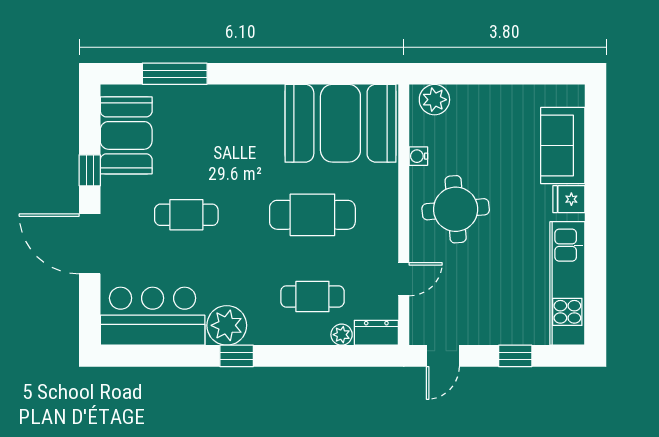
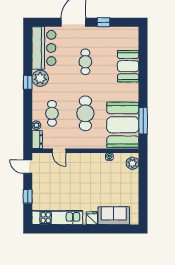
window: (175, 74) -> (143, 121), moved
booth: (126, 135) -> (128, 66), moved, turned 90
round table: (456, 209) -> (88, 172), removed

